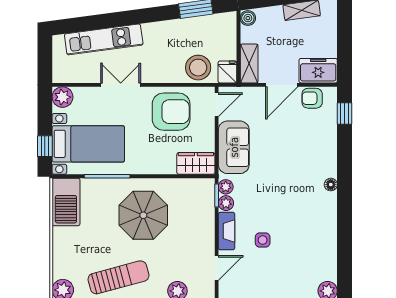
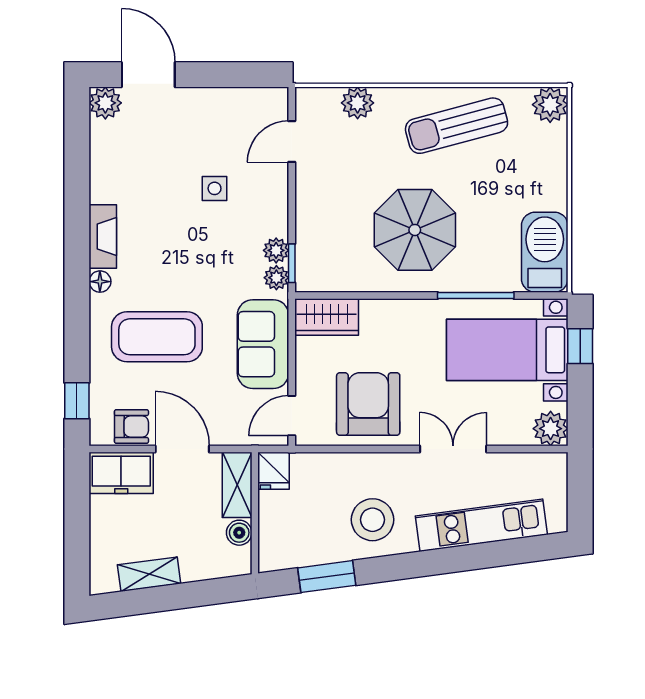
boiler: (248, 18) -> (239, 533), moved
stool: (198, 68) -> (373, 520), moved
double door: (121, 85) -> (453, 449), swing flipped
door: (282, 85) -> (182, 449), hinge flipped
armchair: (171, 112) -> (368, 404), turned 90
coffee table: (297, 152) -> (157, 337), added
fireplace: (227, 231) -> (103, 236), moved, turned 180

